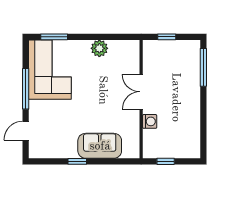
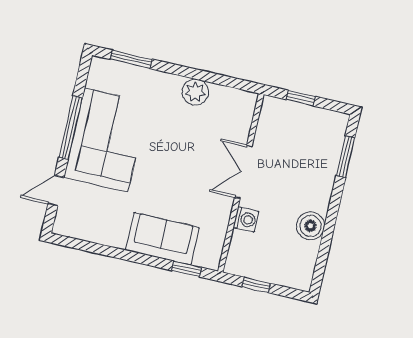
window: (203, 67) -> (345, 157), width x0.69
corner sofa: (50, 70) -> (106, 140), moved
boiler: (191, 116) -> (311, 226), added
window: (77, 161) -> (187, 269), moved

